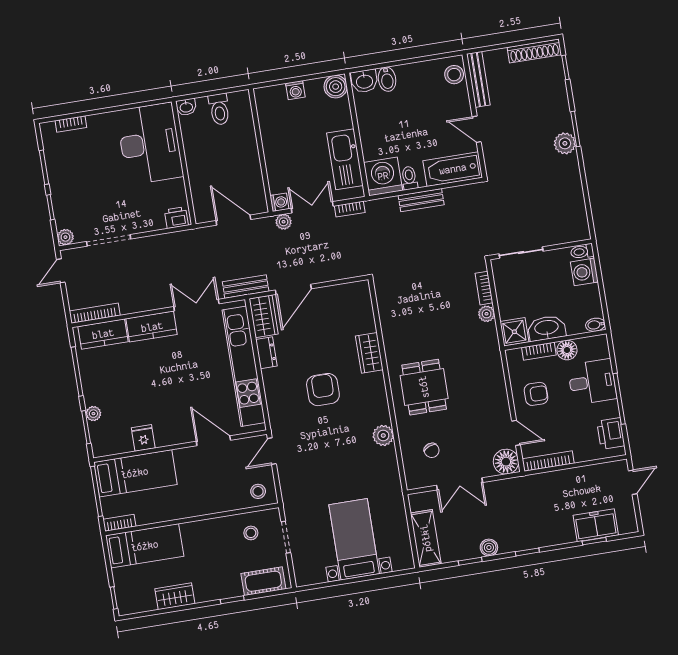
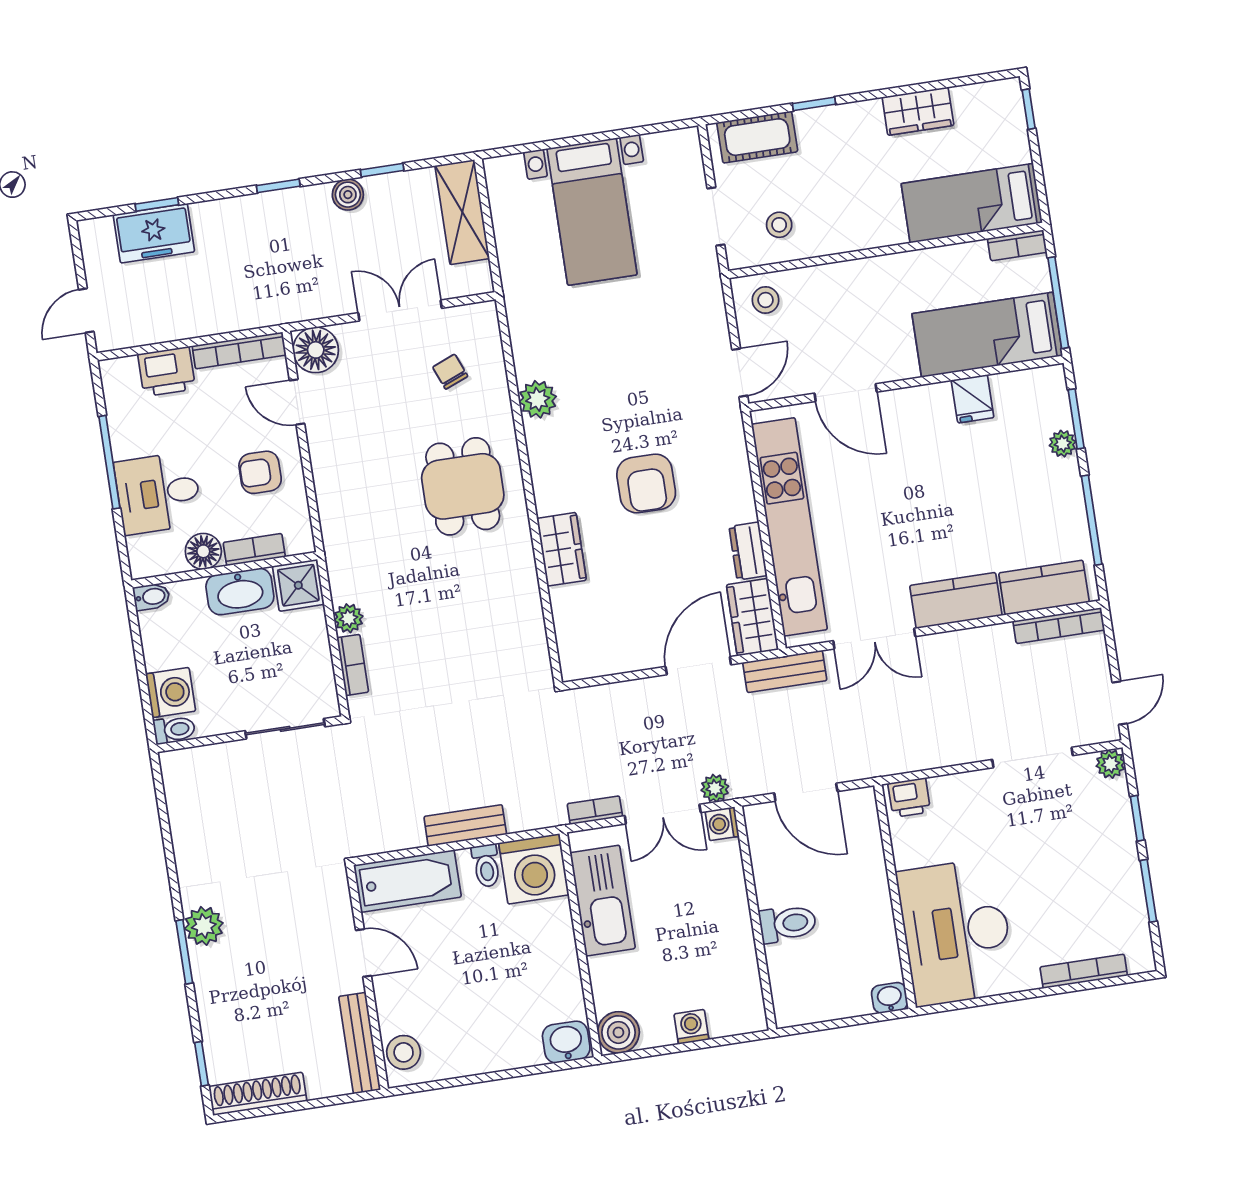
bidet: (387, 79) -> (525, 1045), removed
toilet: (219, 109) -> (788, 924), moved, turned 90
bookcase: (71, 124) -> (1084, 971), width x1.56
printer: (611, 434) -> (167, 372), moved, turned 90

